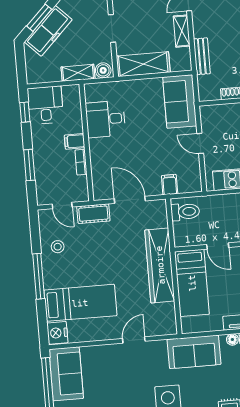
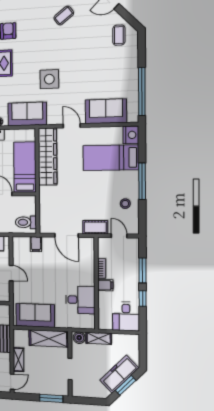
sofa: (180, 101) -> (35, 315), moved, turned -90
window: (25, 112) -> (143, 299), moved
wardrobe: (160, 265) -> (48, 157), moved
door: (134, 340) -> (72, 126), swing flipped
sofa: (66, 374) -> (106, 111), moved, turned 90

